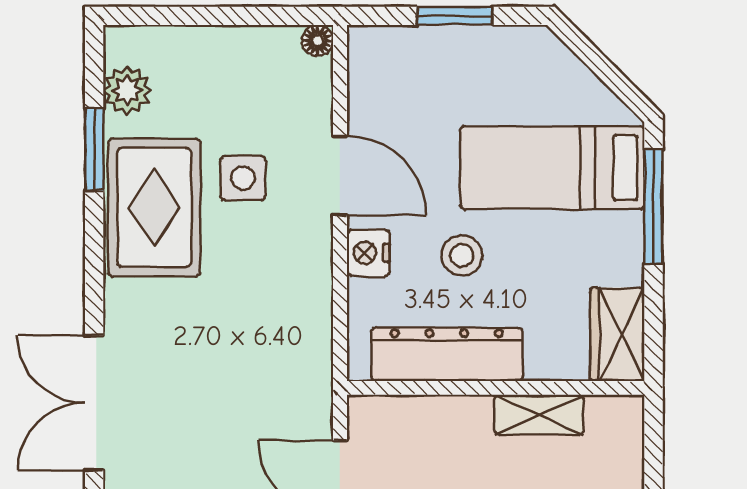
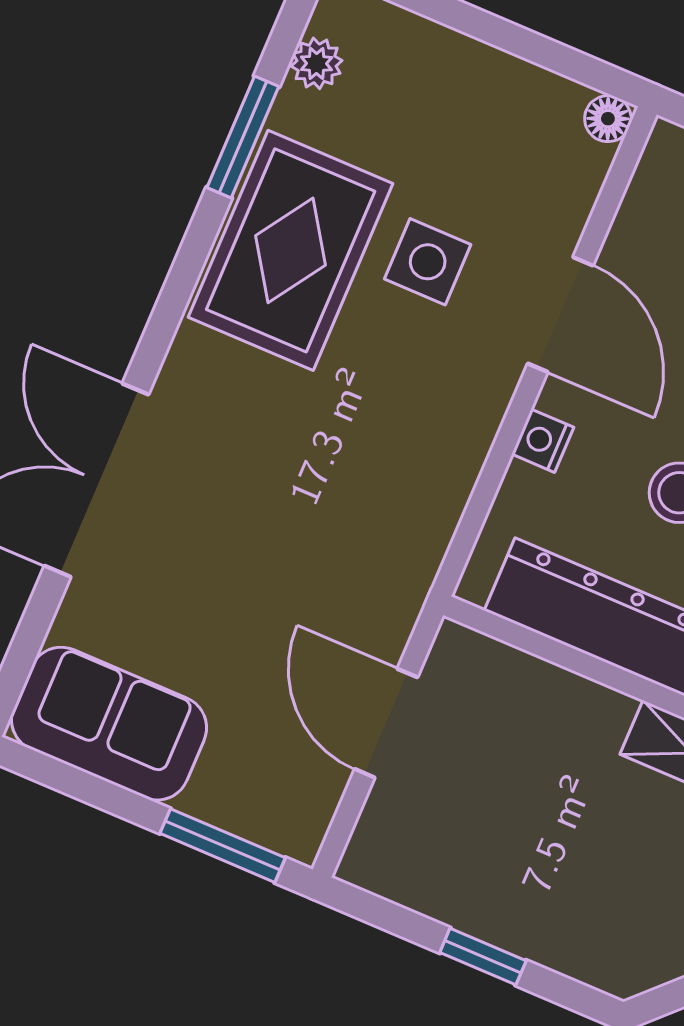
plant: (127, 90) -> (317, 63), width x0.73, depth x0.73
nightstand: (368, 253) -> (543, 441), width x0.72, depth x0.74

